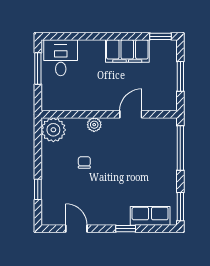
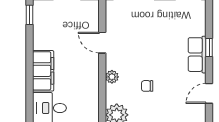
filing cabinet: (127, 51) -> (43, 71), moved
row of seats: (150, 216) -> (197, 55), moved

